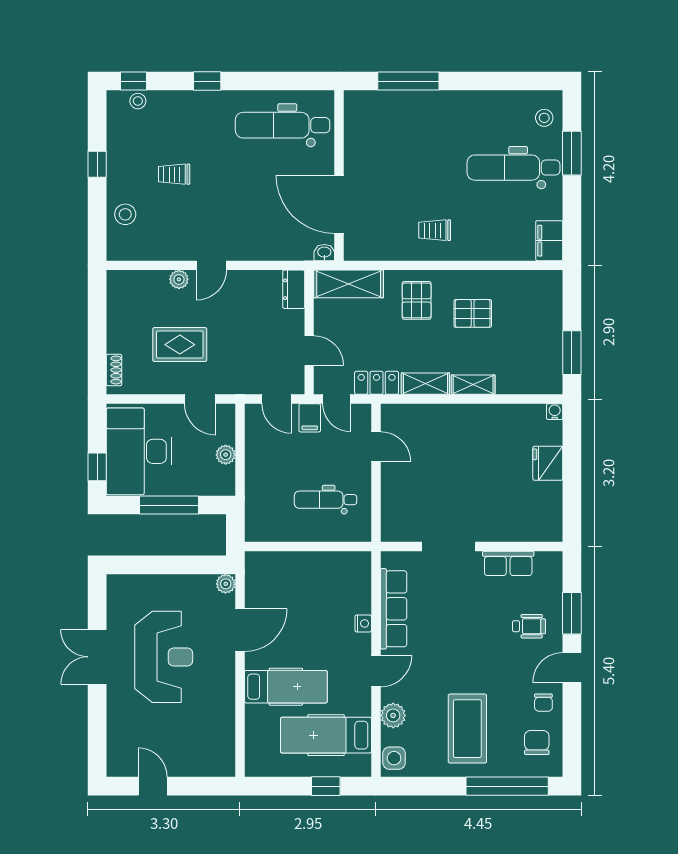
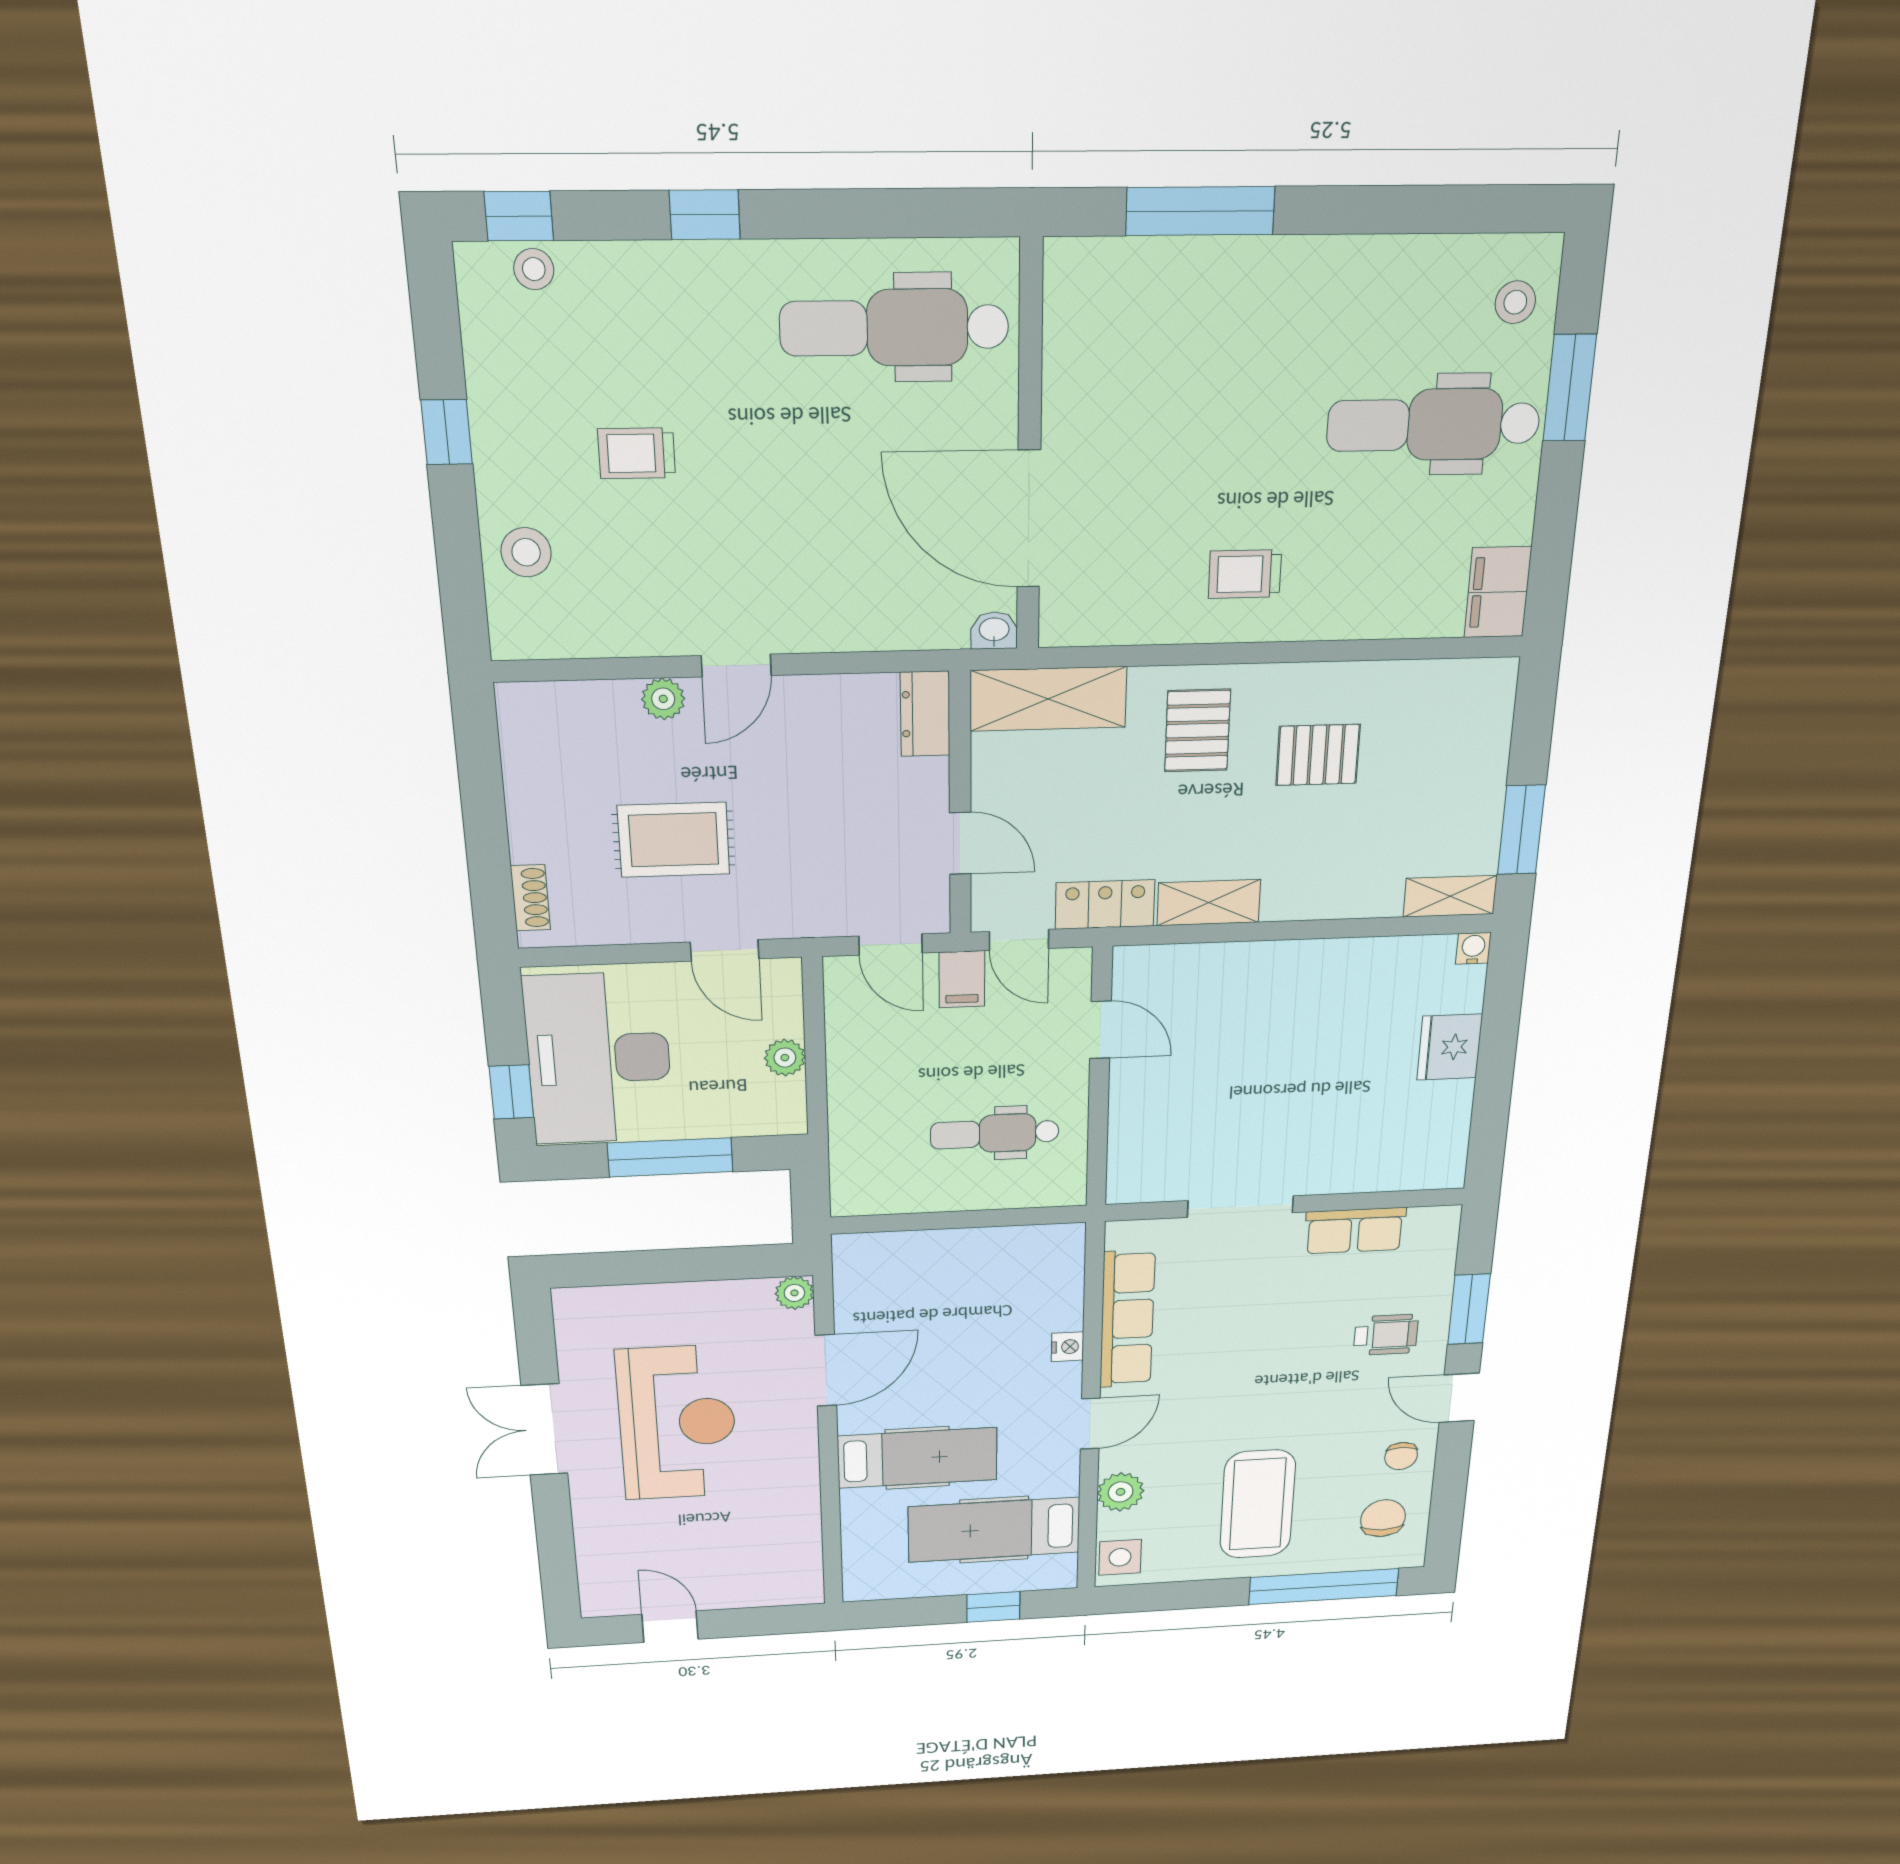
shelving: (473, 385) -> (1450, 896), moved
door: (572, 668) -> (1459, 1398), hinge flipped

